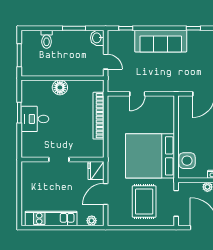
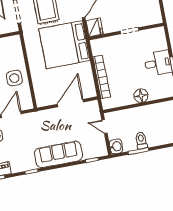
toilet: (47, 39) -> (141, 140), moved
door: (137, 94) -> (70, 103), width x1.87
bed: (150, 156) -> (64, 45), moved, turned 180
side table: (187, 161) -> (14, 78), moved

